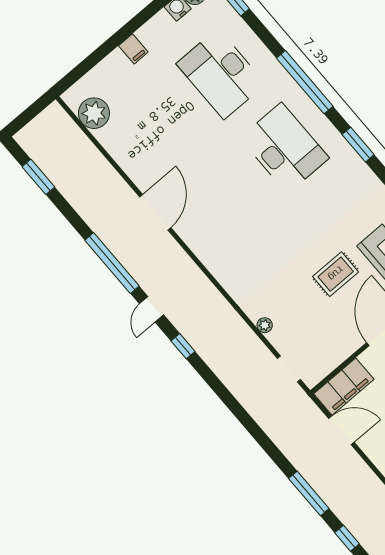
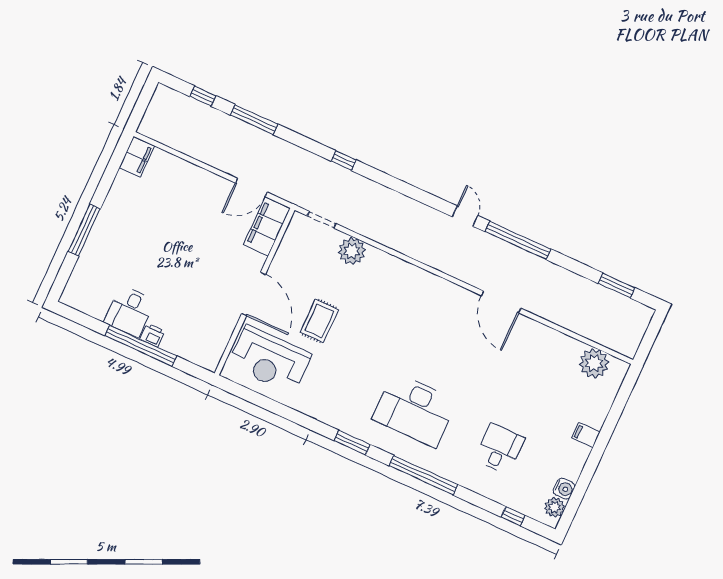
desk: (221, 74) -> (500, 449), width x0.53, depth x0.77
plant: (265, 325) -> (352, 251), width x1.87, depth x1.87
window: (183, 346) -> (344, 161), moved

